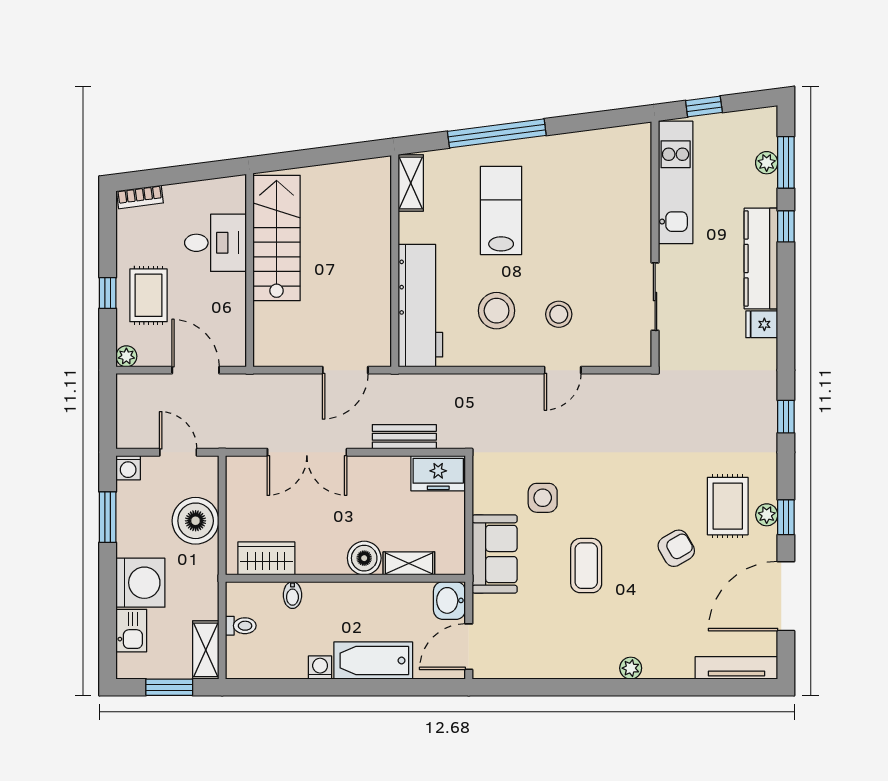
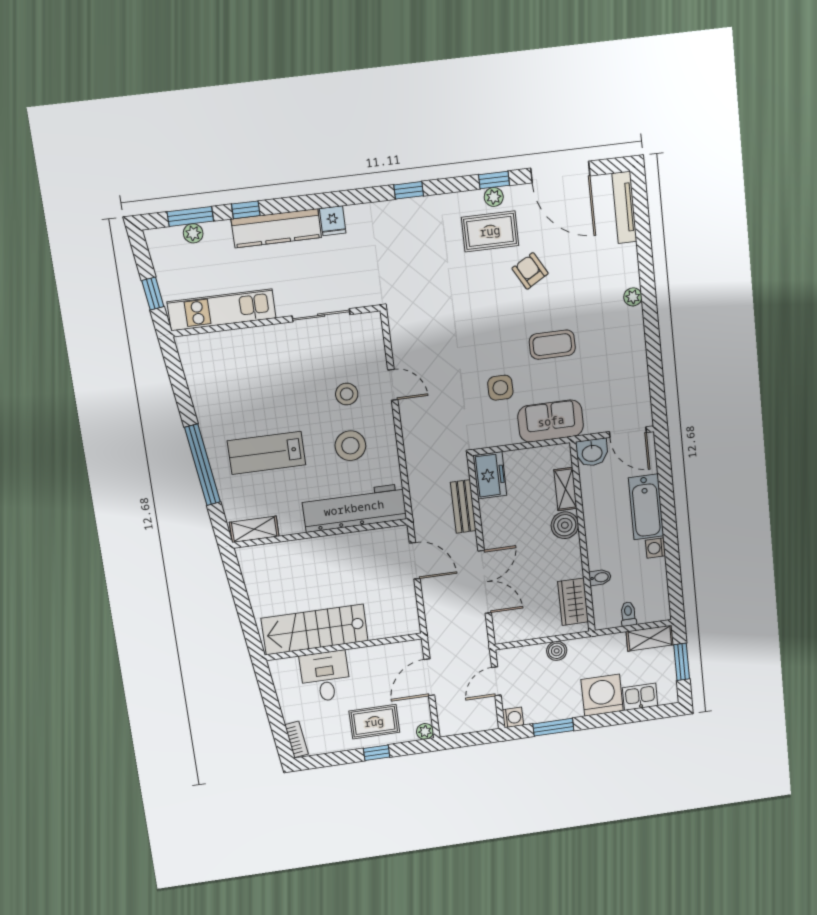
boiler: (196, 521) -> (557, 651), width x0.54, depth x0.54

